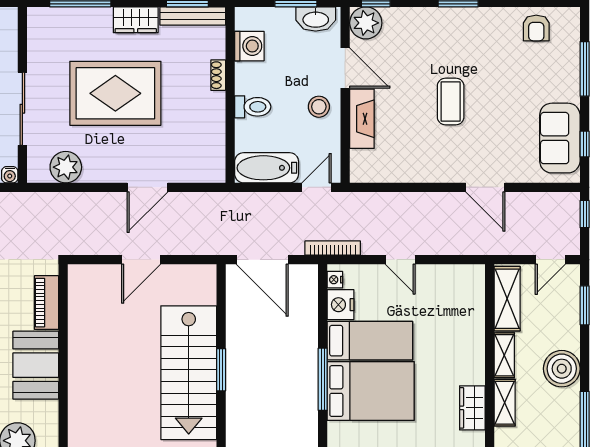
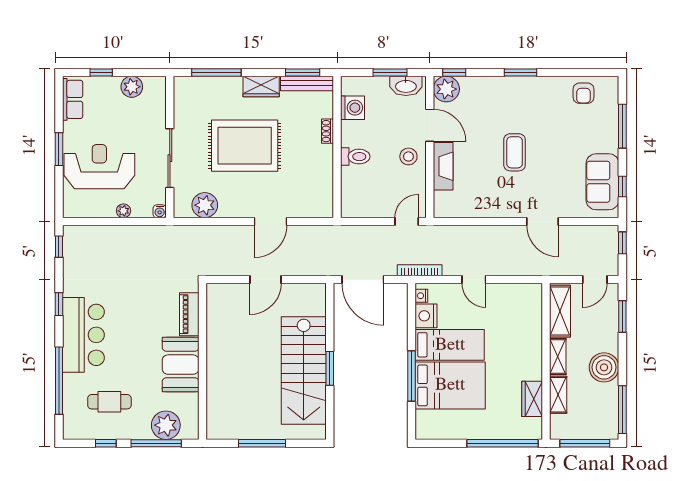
bathtub: (267, 168) -> (366, 206), removed

